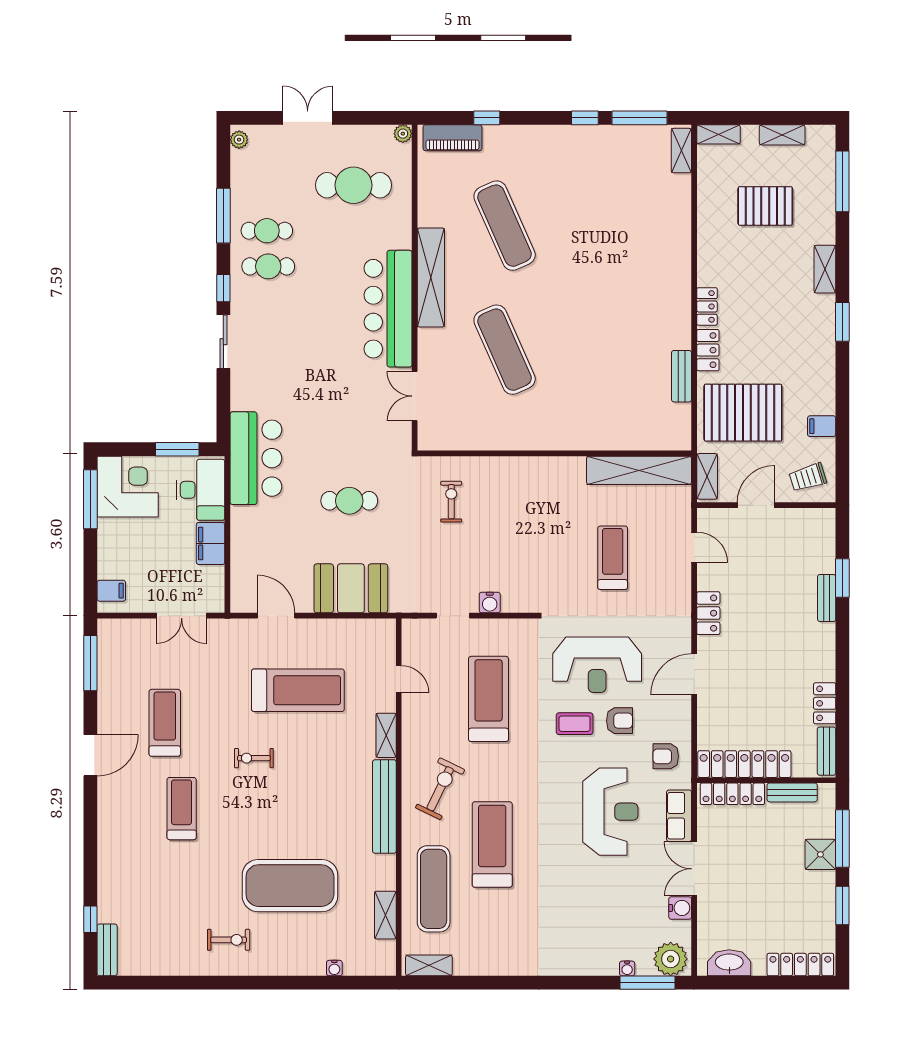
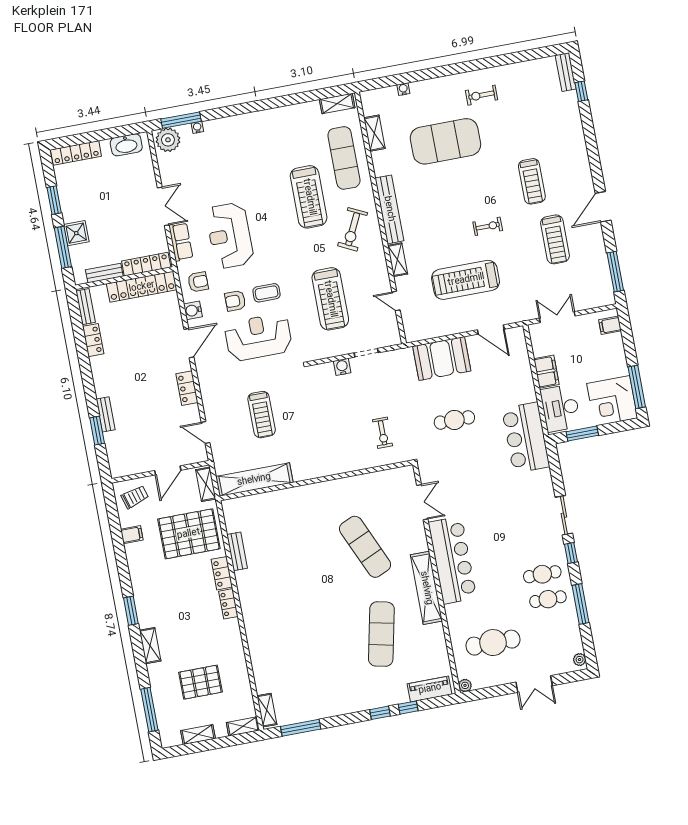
window: (585, 118) -> (380, 713), moved
exercise mat: (505, 226) -> (381, 634), turned 36
water cooler: (680, 908) -> (193, 310), moved

